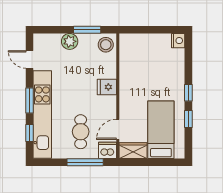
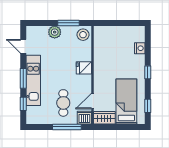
nightstand: (178, 41) -> (140, 48), moved
kitchen unit: (42, 115) -> (33, 80), width x0.73
window: (188, 119) -> (148, 106), moved

